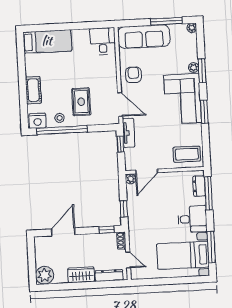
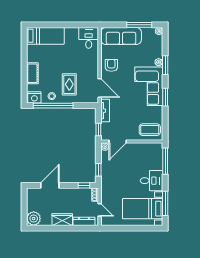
window: (120, 144) -> (98, 130), moved
dresser: (199, 186) -> (158, 155), removed

